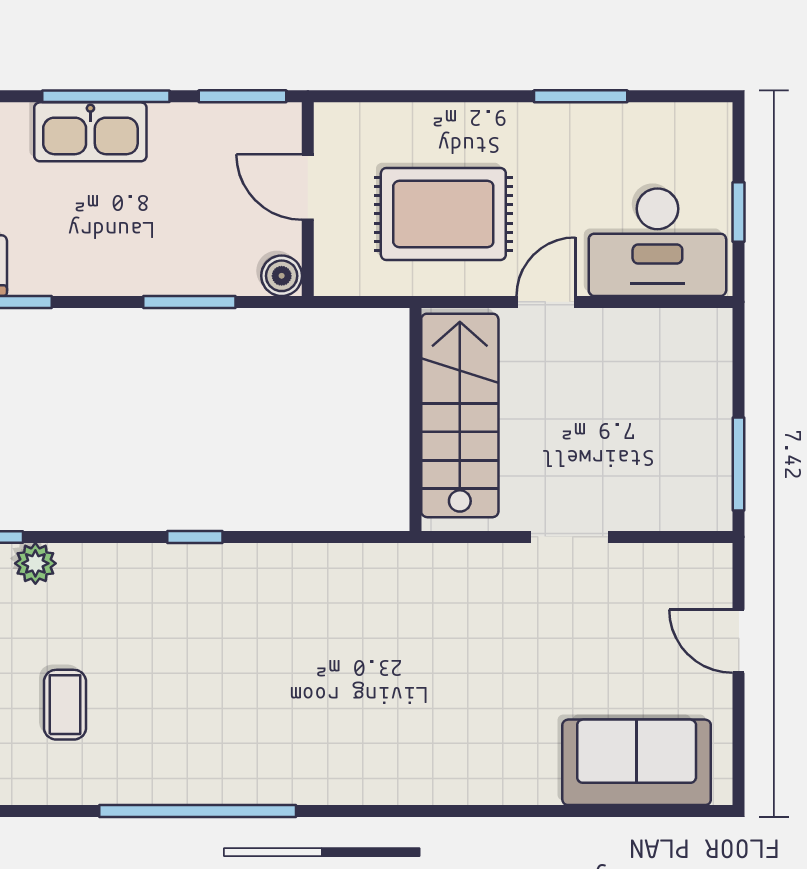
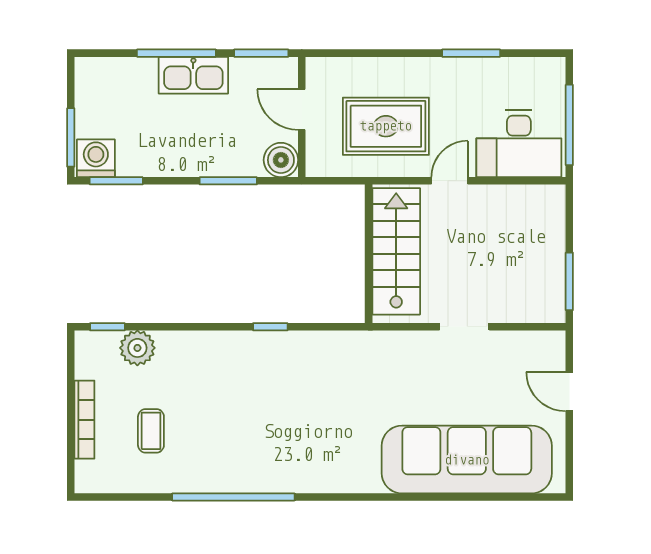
kitchen sink: (90, 132) -> (193, 75), moved
window: (739, 212) -> (569, 125), width x2.17
boiler: (282, 276) -> (281, 160), width x1.36, depth x1.36
window: (195, 537) -> (270, 327), moved
plant: (35, 563) -> (137, 348), width x1.38, depth x1.38
sofa: (637, 762) -> (467, 460), width x1.85, depth x1.27

